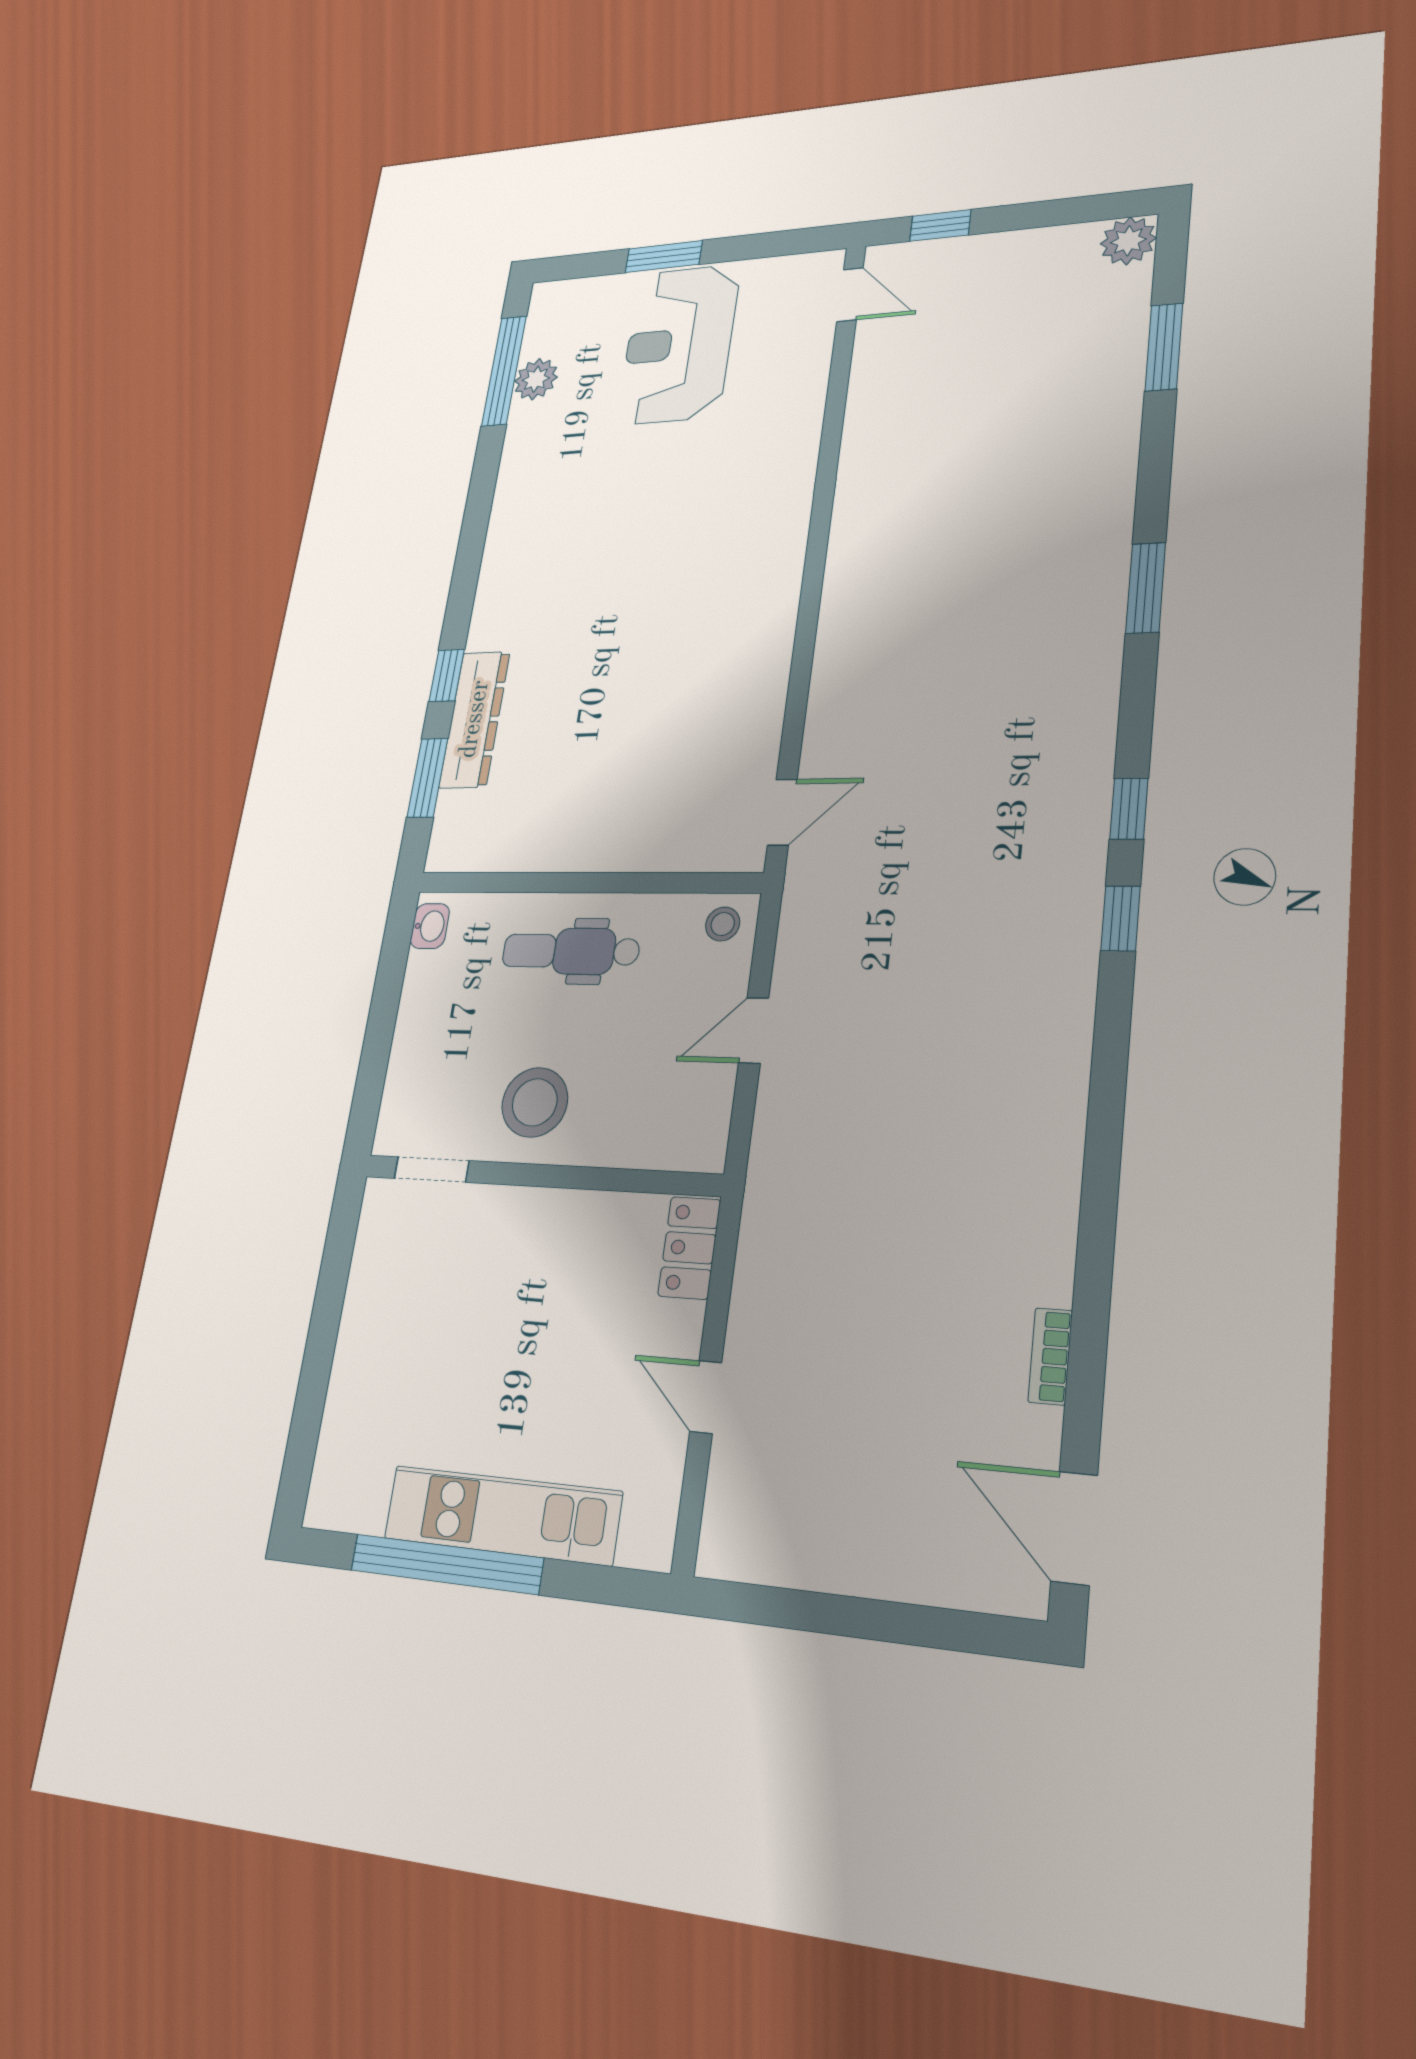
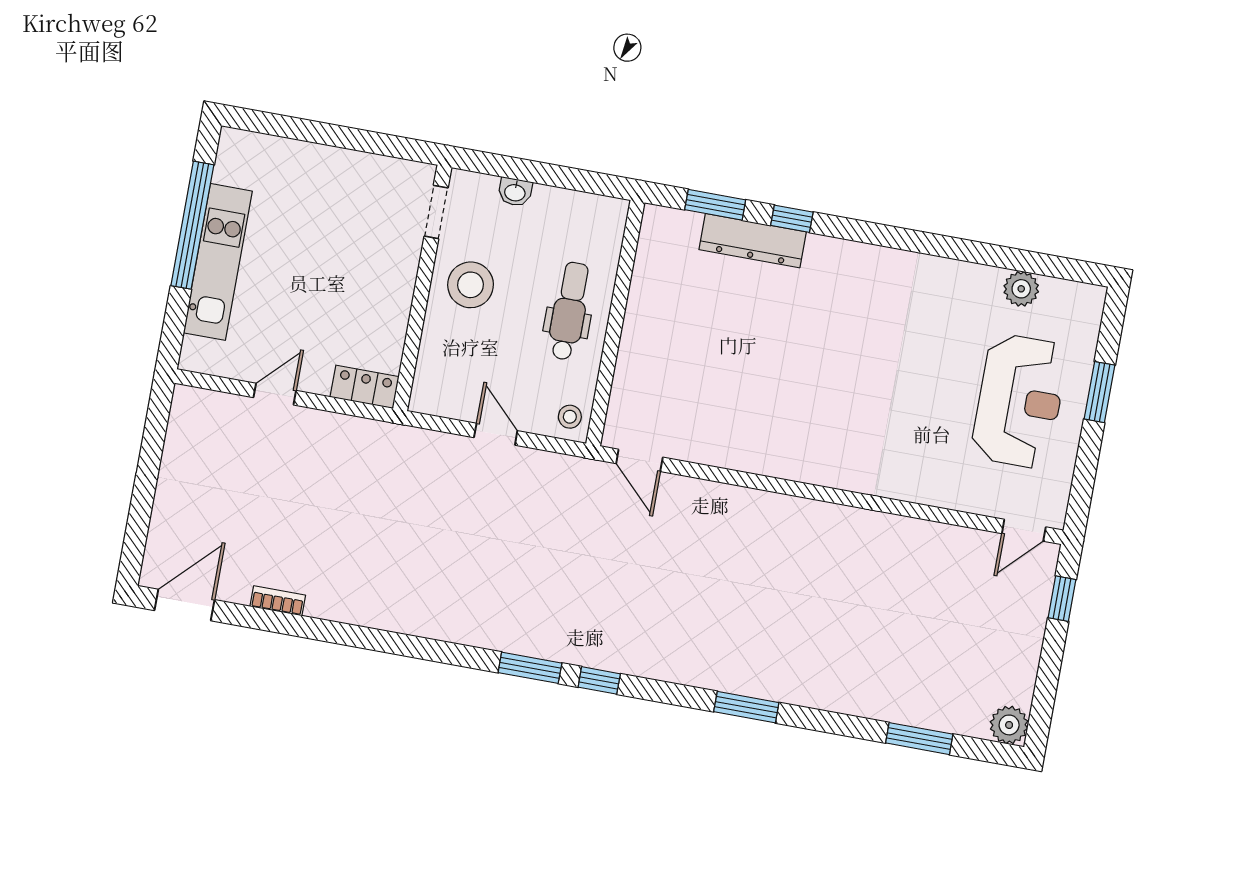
reception desk: (679, 344) -> (1019, 401), turned 90
window: (504, 371) -> (1036, 263), removed
window: (1121, 918) -> (530, 668), width x1.50
washbasin: (430, 926) -> (515, 192), moved

